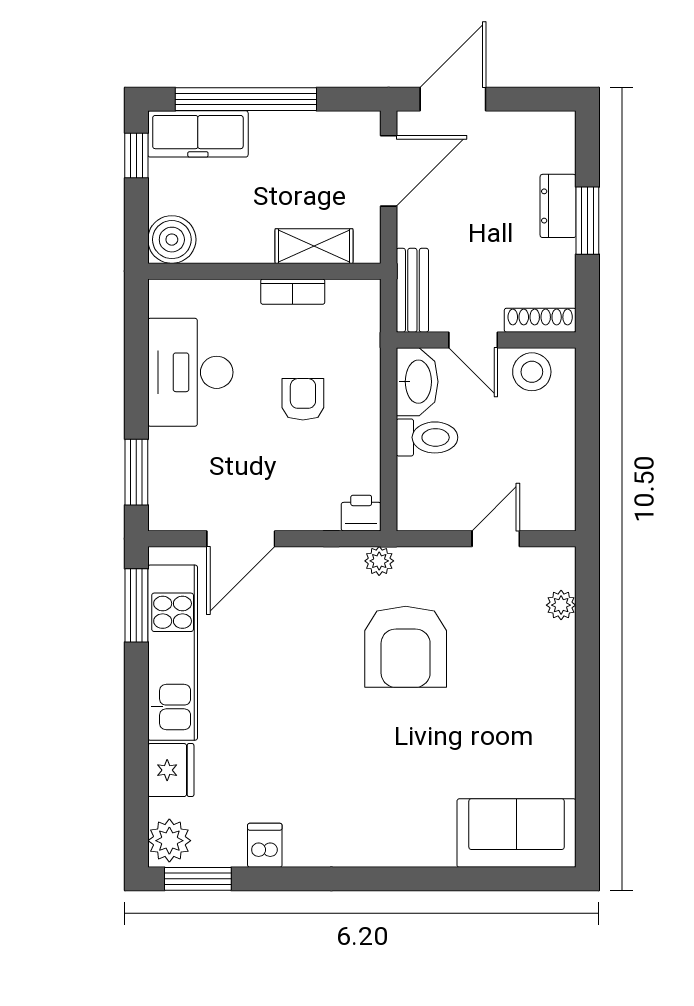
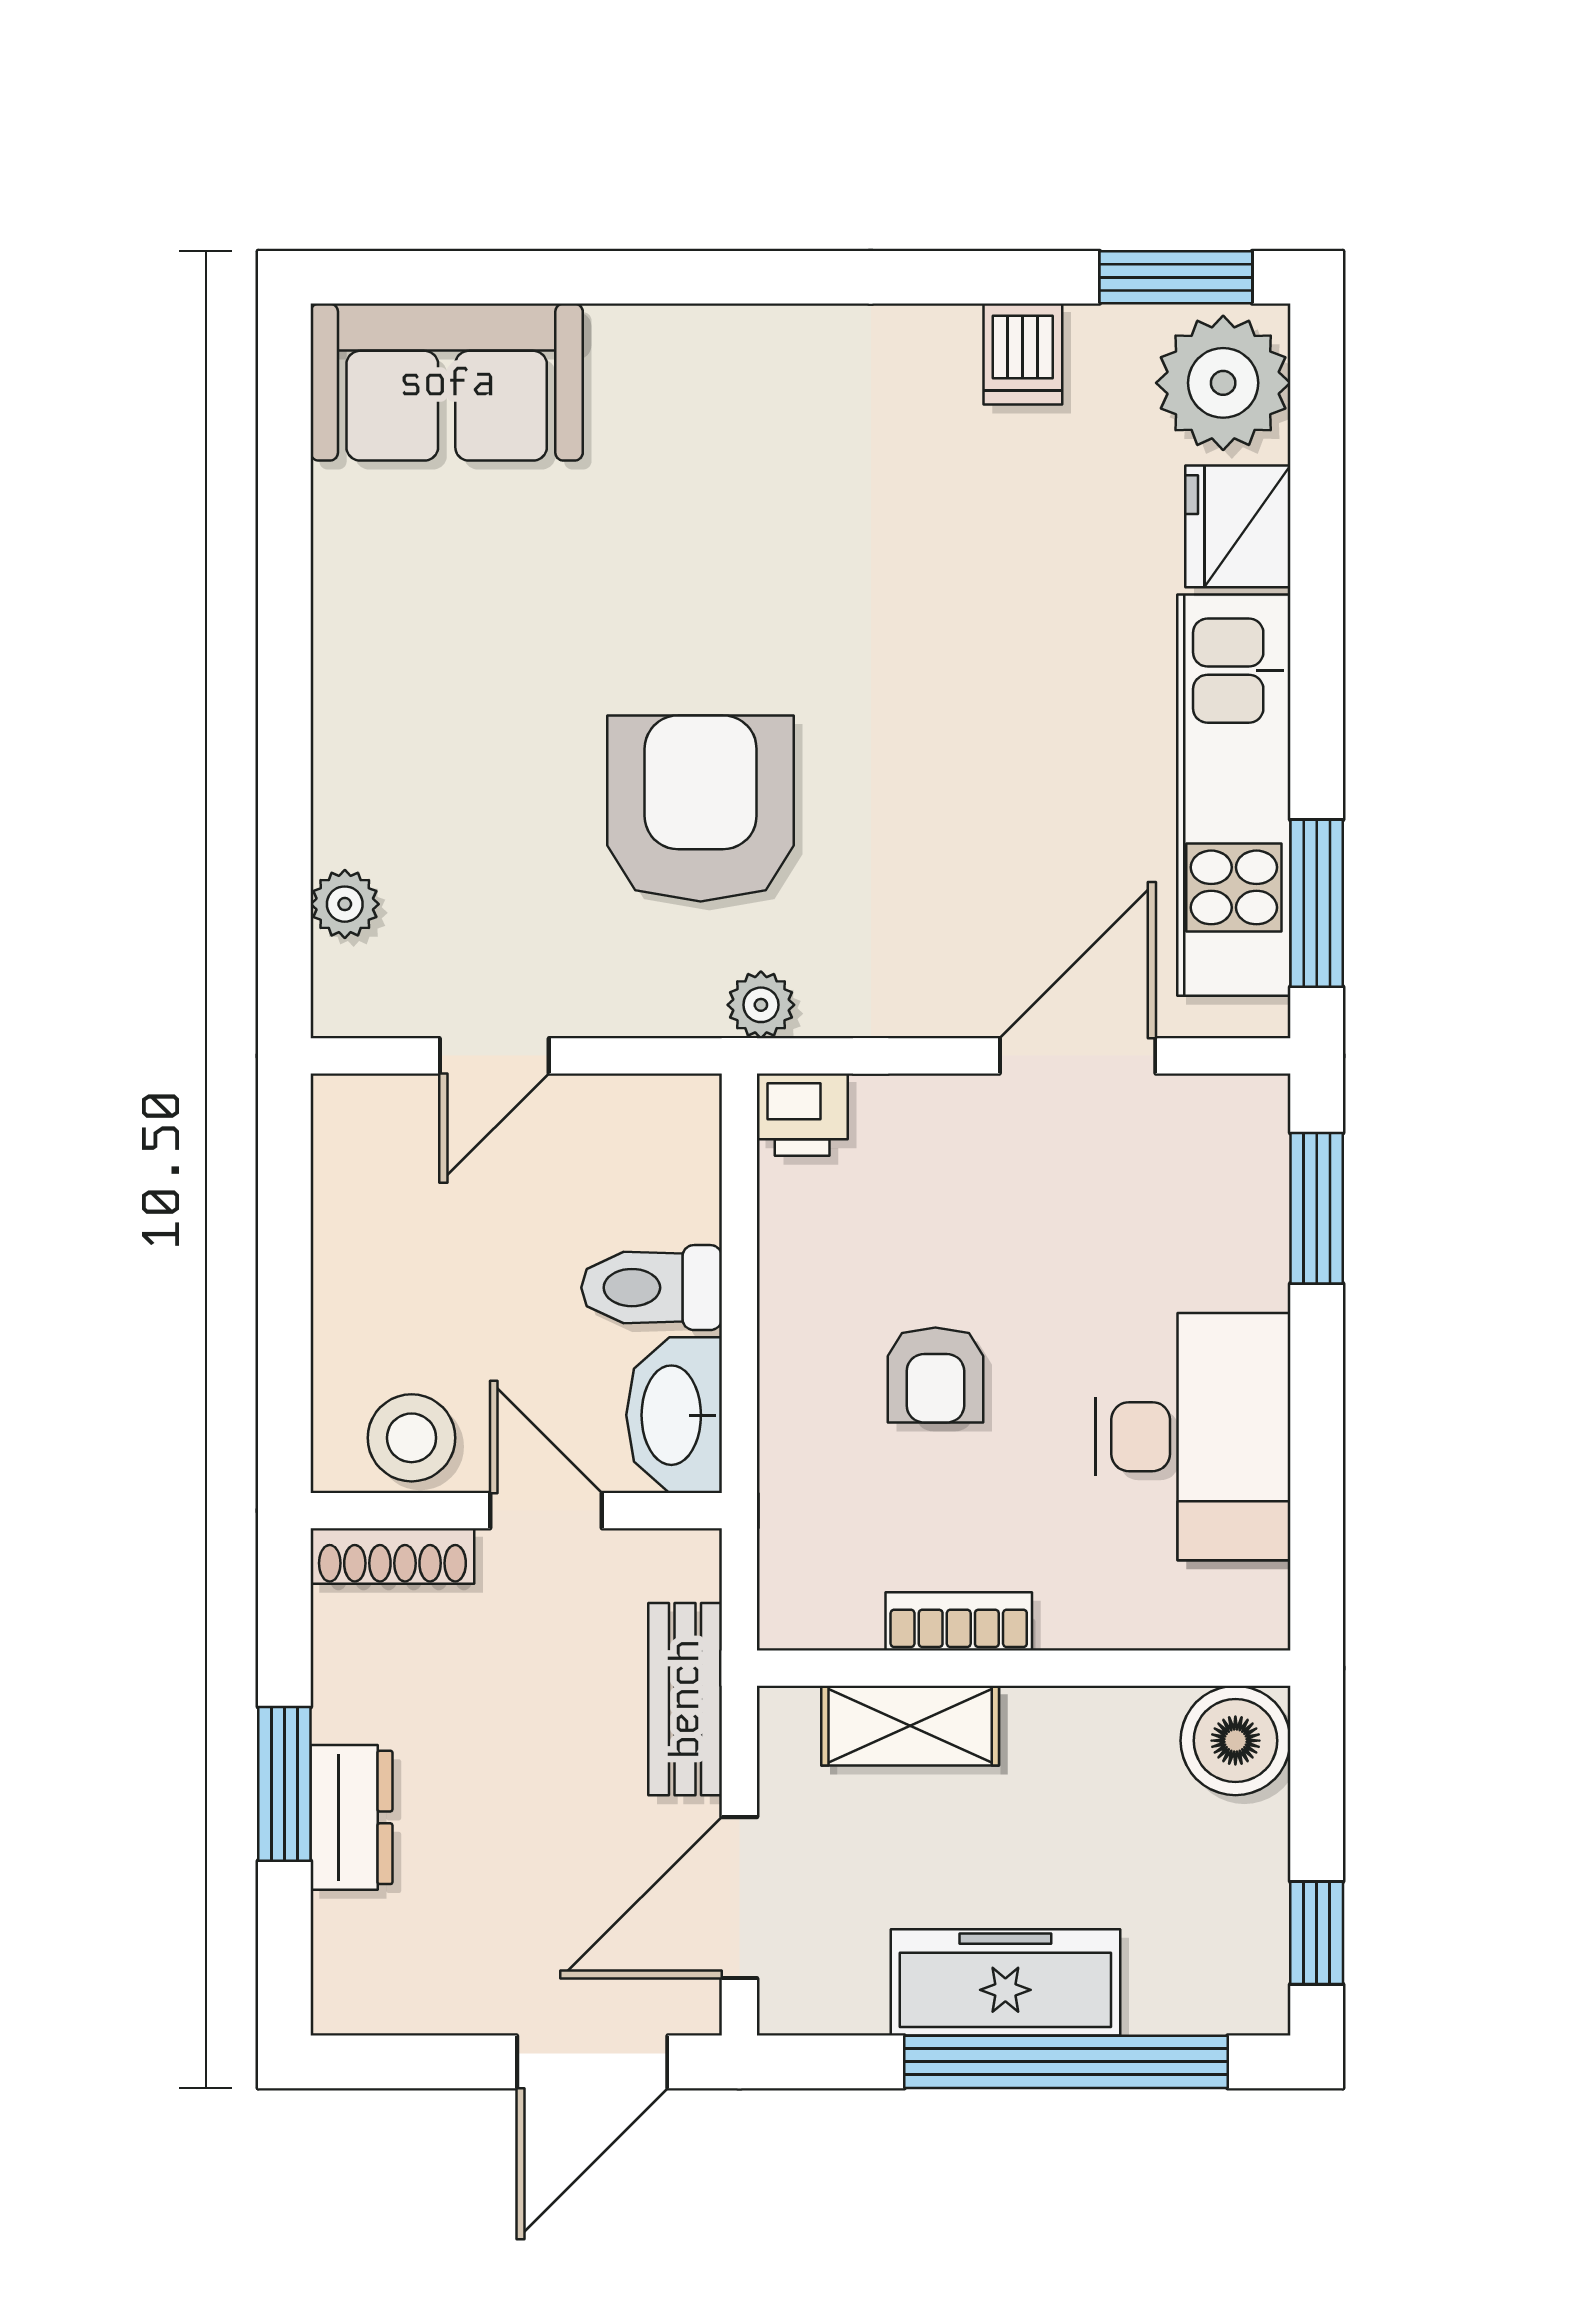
freezer: (198, 134) -> (1005, 1982), moved
bench: (412, 290) -> (685, 1699), moved
plant: (169, 841) -> (1223, 383), width x1.36, depth x1.36

